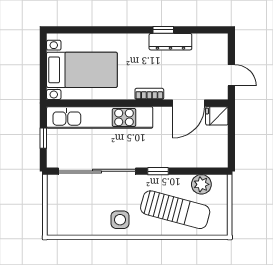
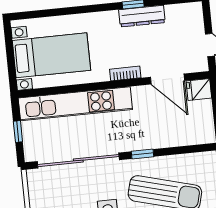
door: (189, 103) -> (168, 79), hinge flipped
plant: (201, 184) -> (190, 163), removed

